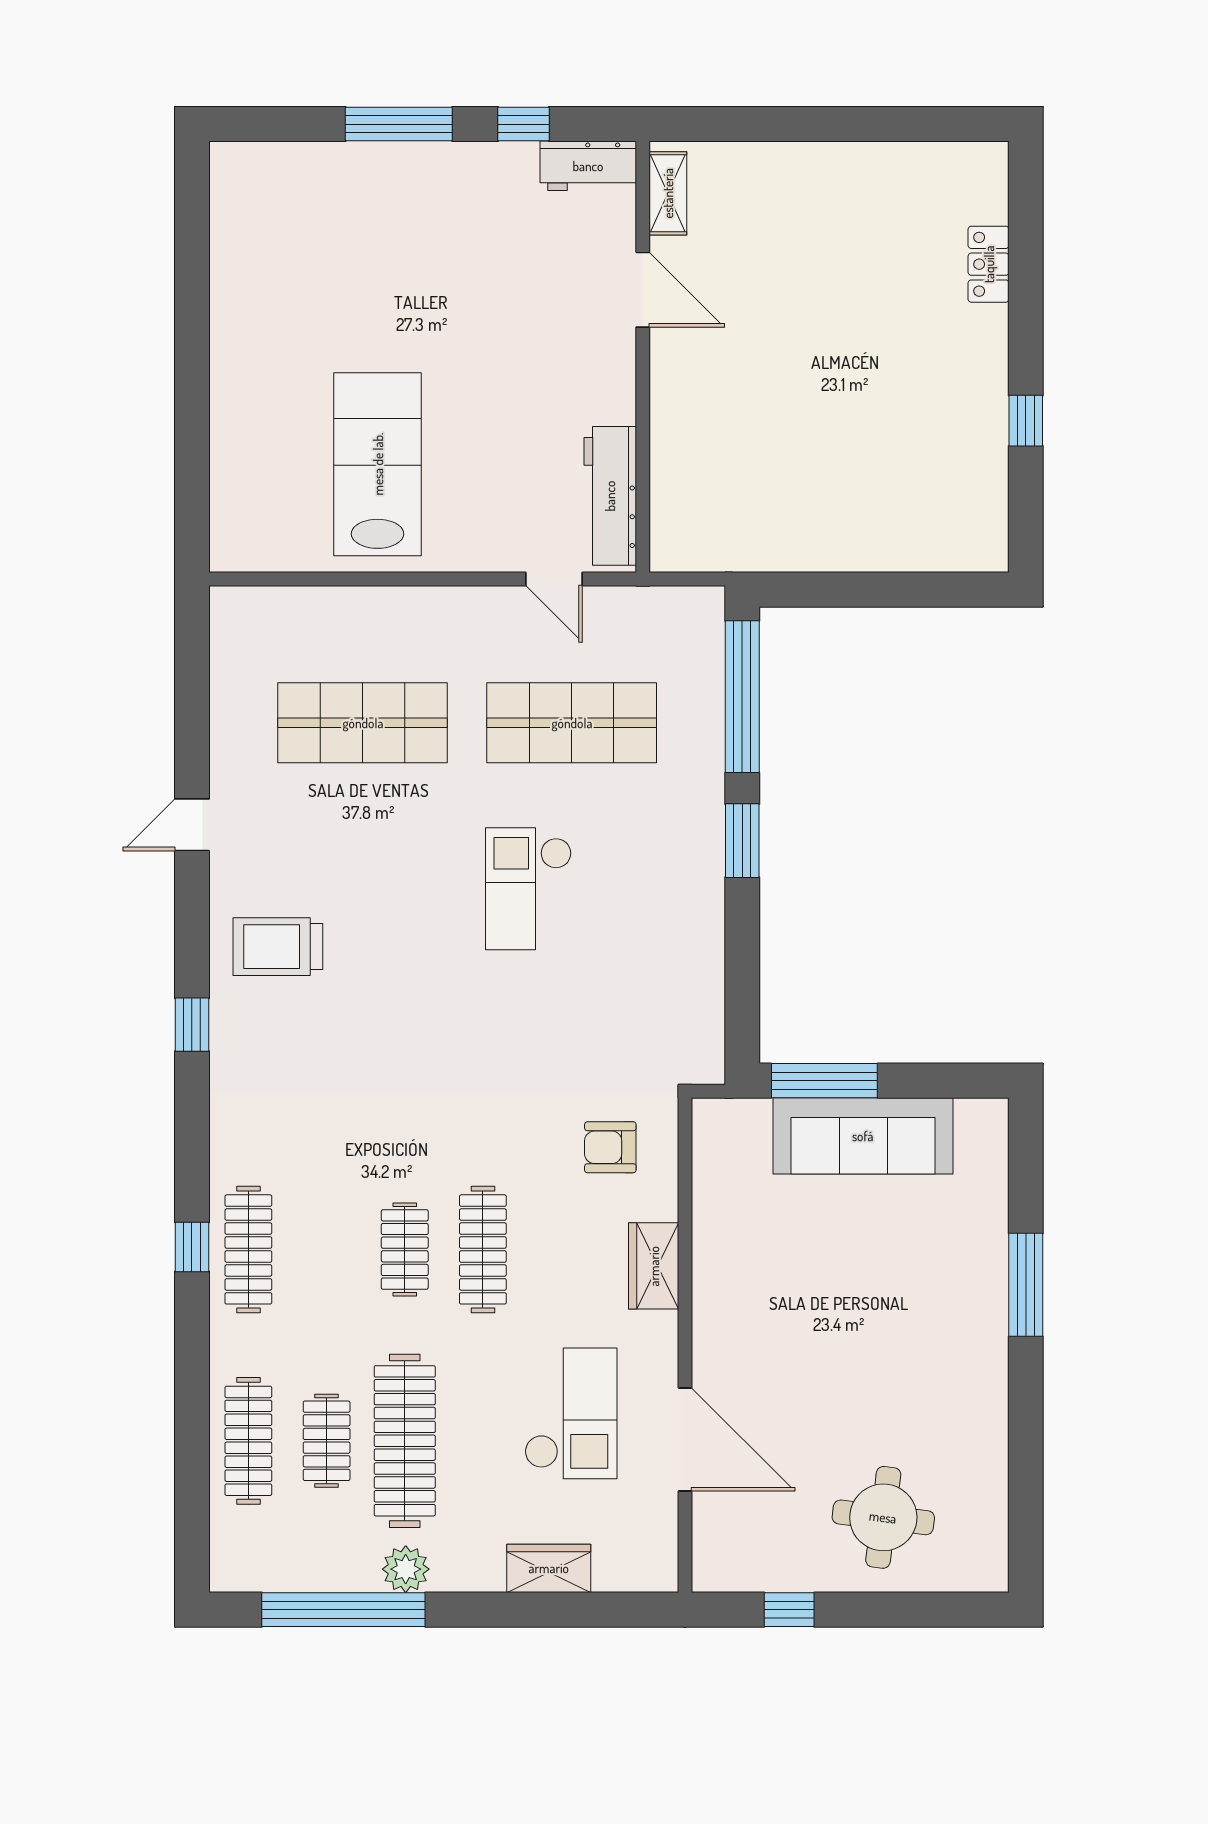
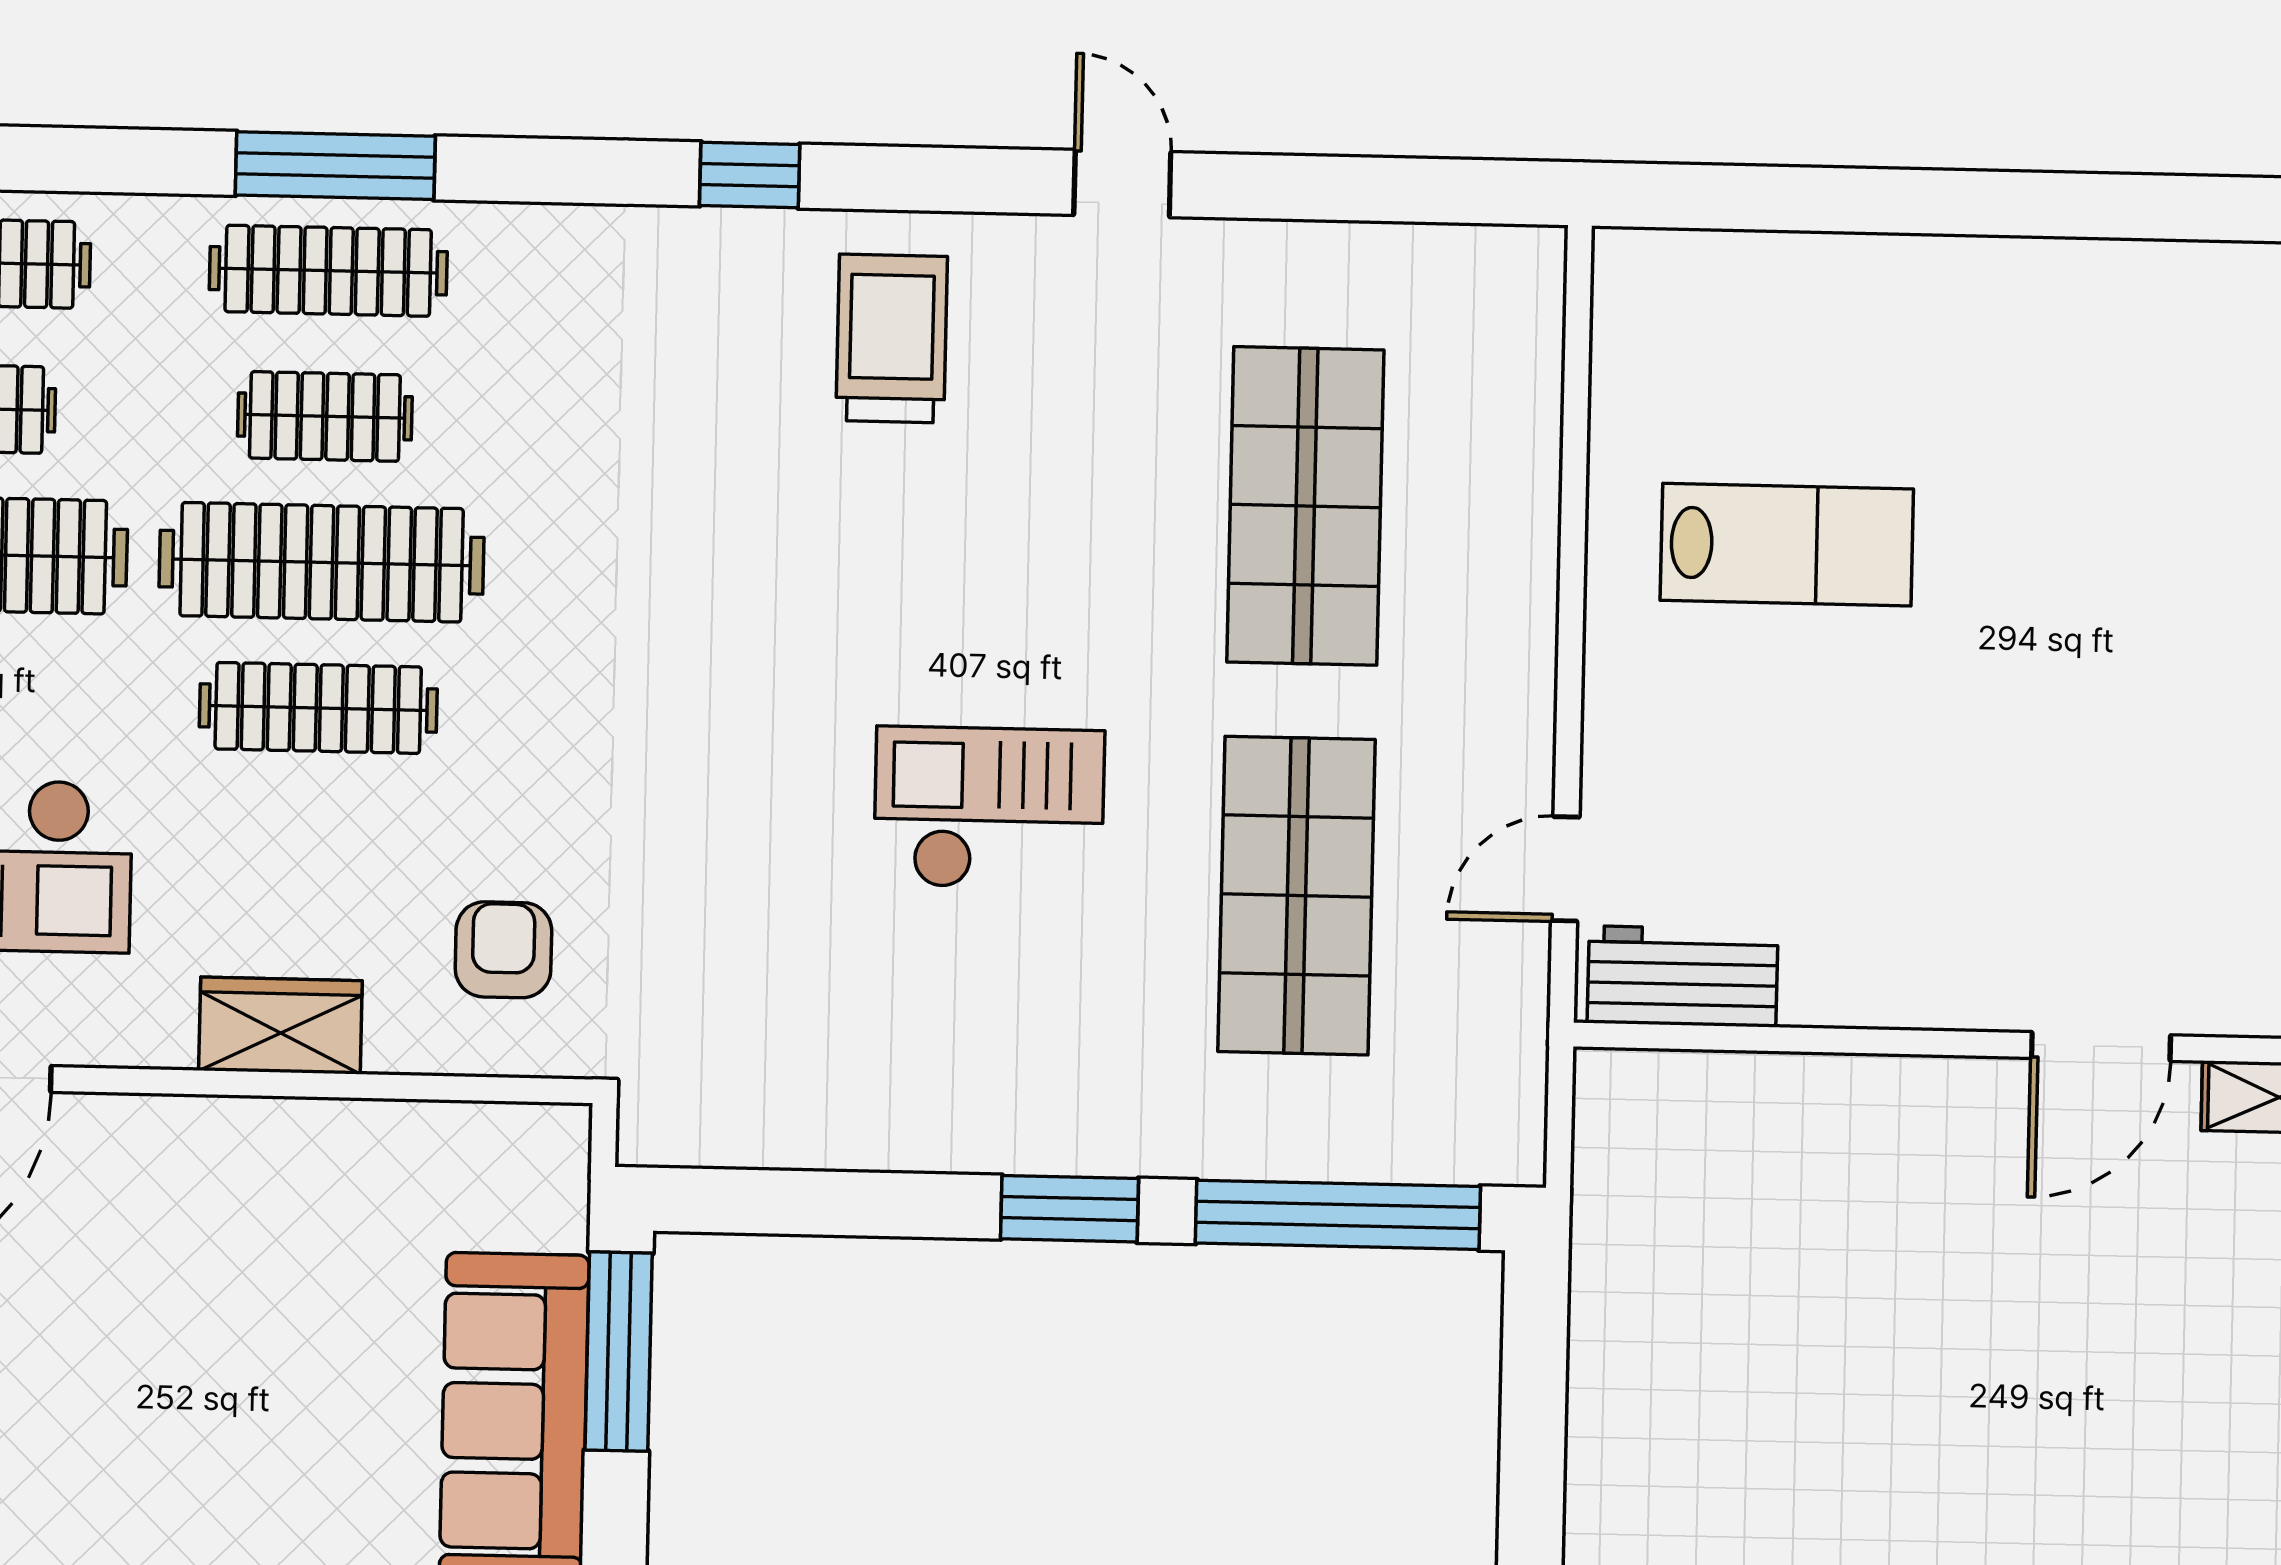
lab bench: (378, 464) -> (1787, 545), width x0.73, depth x0.72
workbench: (610, 496) -> (1683, 976), width x0.73
window: (192, 1247) -> (335, 166), width x2.17
clothes rail: (327, 1249) -> (325, 416), added
clothes rail: (405, 1249) -> (322, 562), width x1.86, depth x1.31

